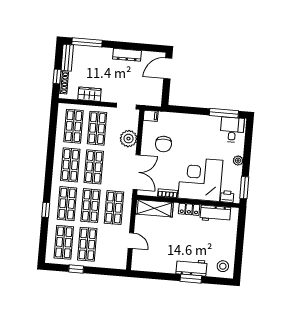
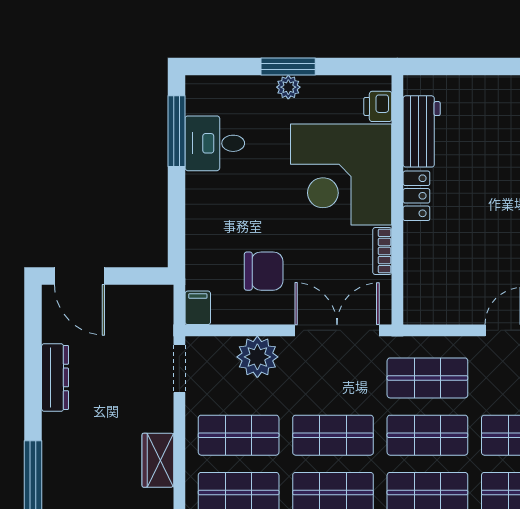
desk: (232, 130) -> (215, 143), moved
window: (244, 188) -> (288, 67), moved
shelving: (154, 208) -> (421, 280), removed

